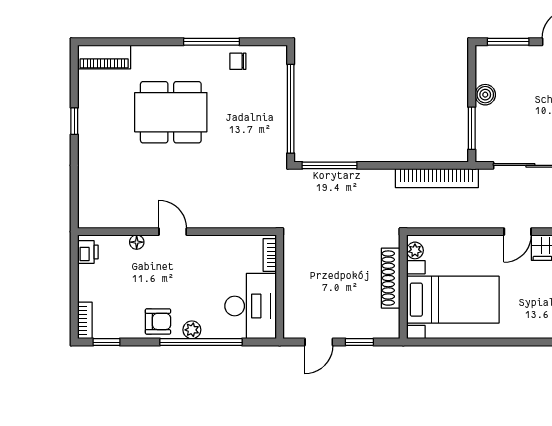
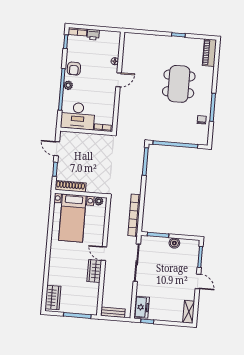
printer: (88, 252) -> (93, 35), moved
shoe rack: (391, 278) -> (71, 186), moved

